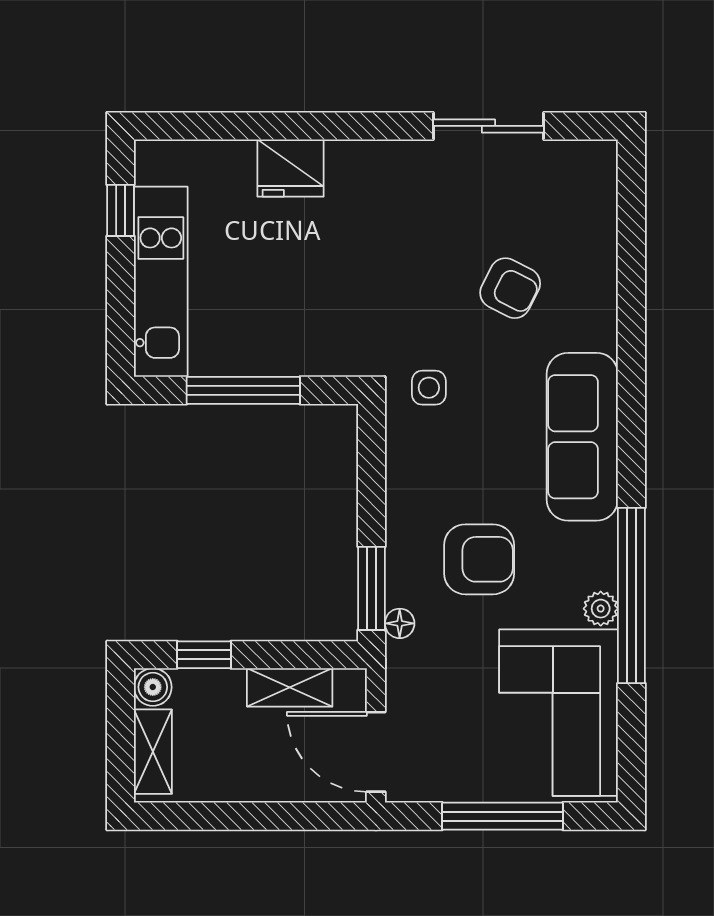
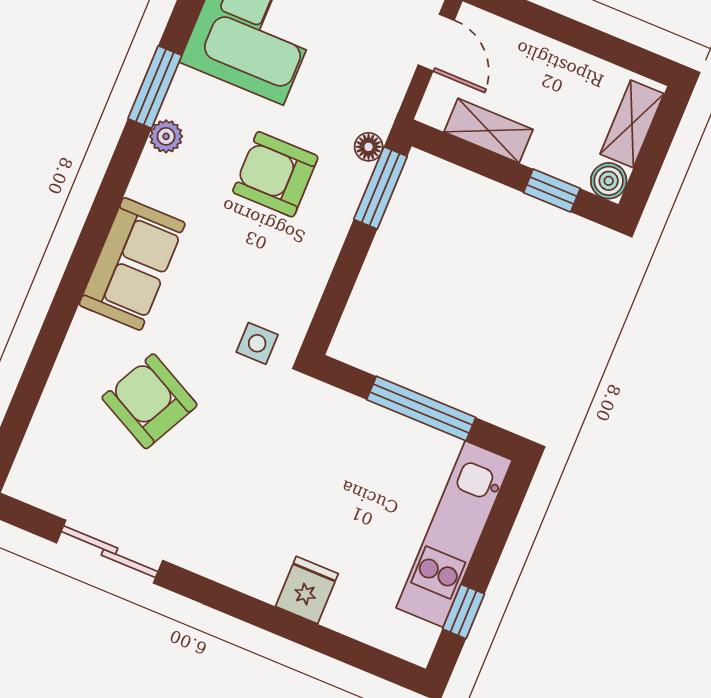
fridge: (291, 168) -> (307, 590), width x0.72
armchair: (510, 288) -> (150, 401), width x1.38, depth x1.38
sofa: (582, 437) -> (132, 264), width x0.73
window: (631, 596) -> (155, 87), width x0.47
plant: (601, 609) -> (166, 136), moved
door: (376, 752) -> (436, 43), width x0.73

